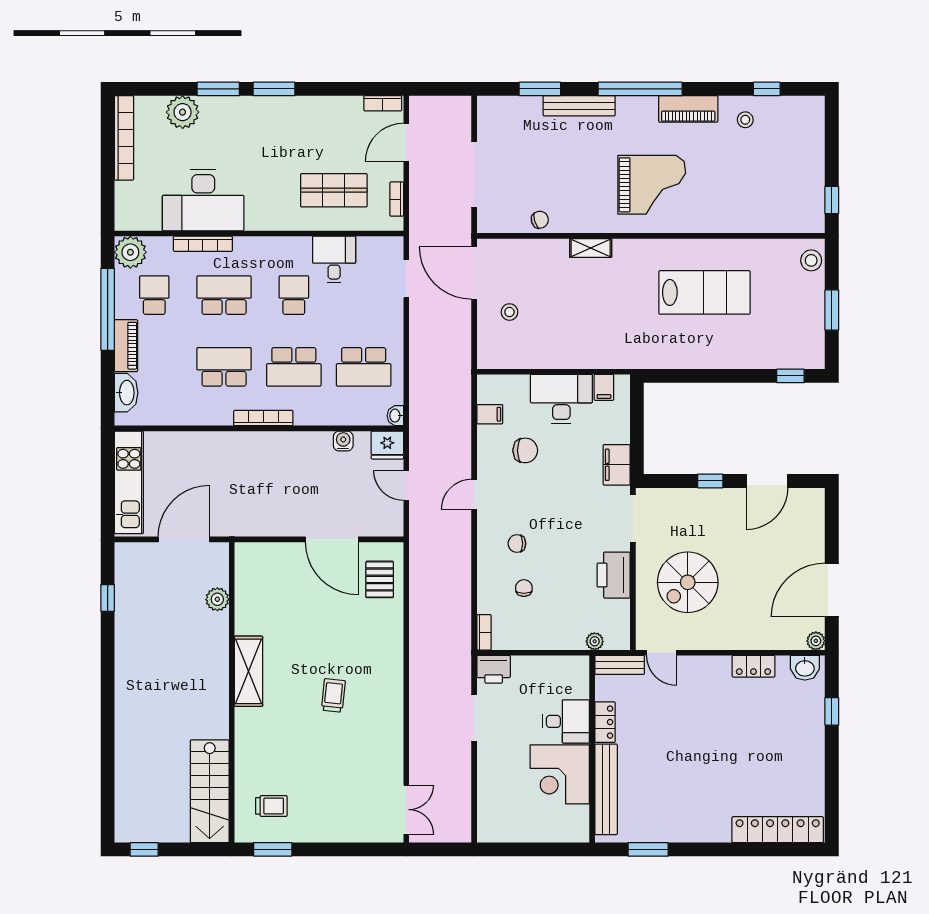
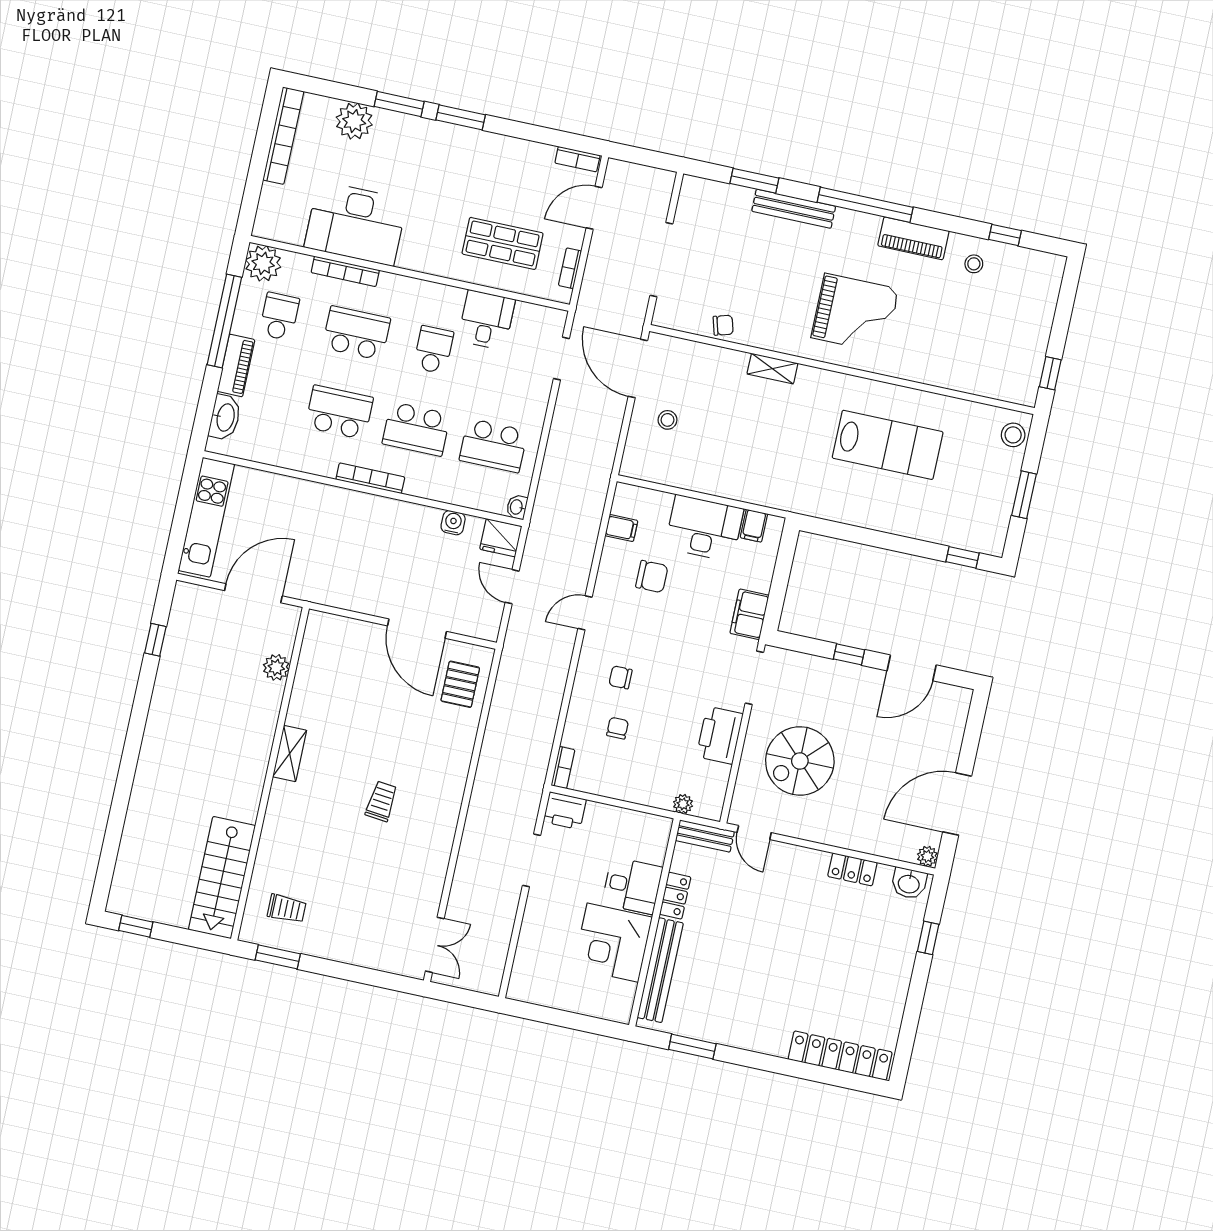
shelving: (248, 671) -> (290, 754), width x0.67, depth x0.75

